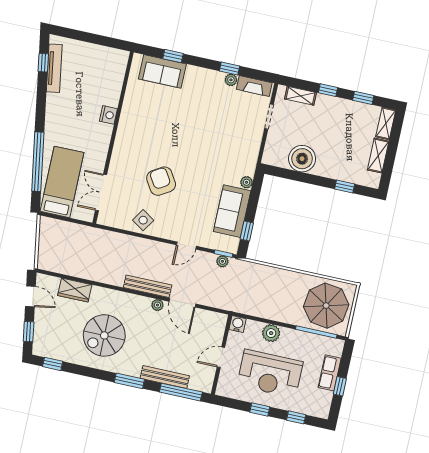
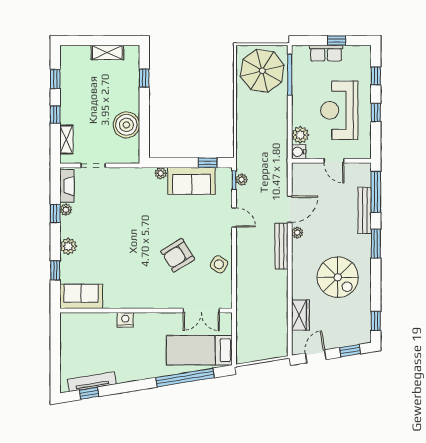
sofa: (162, 71) -> (81, 296), moved, turned -90
plant: (194, 74) -> (68, 246), added
shelving: (386, 123) -> (75, 52), removed
plant: (271, 333) -> (300, 135), moved
reception desk: (270, 374) -> (339, 110), turned 180

